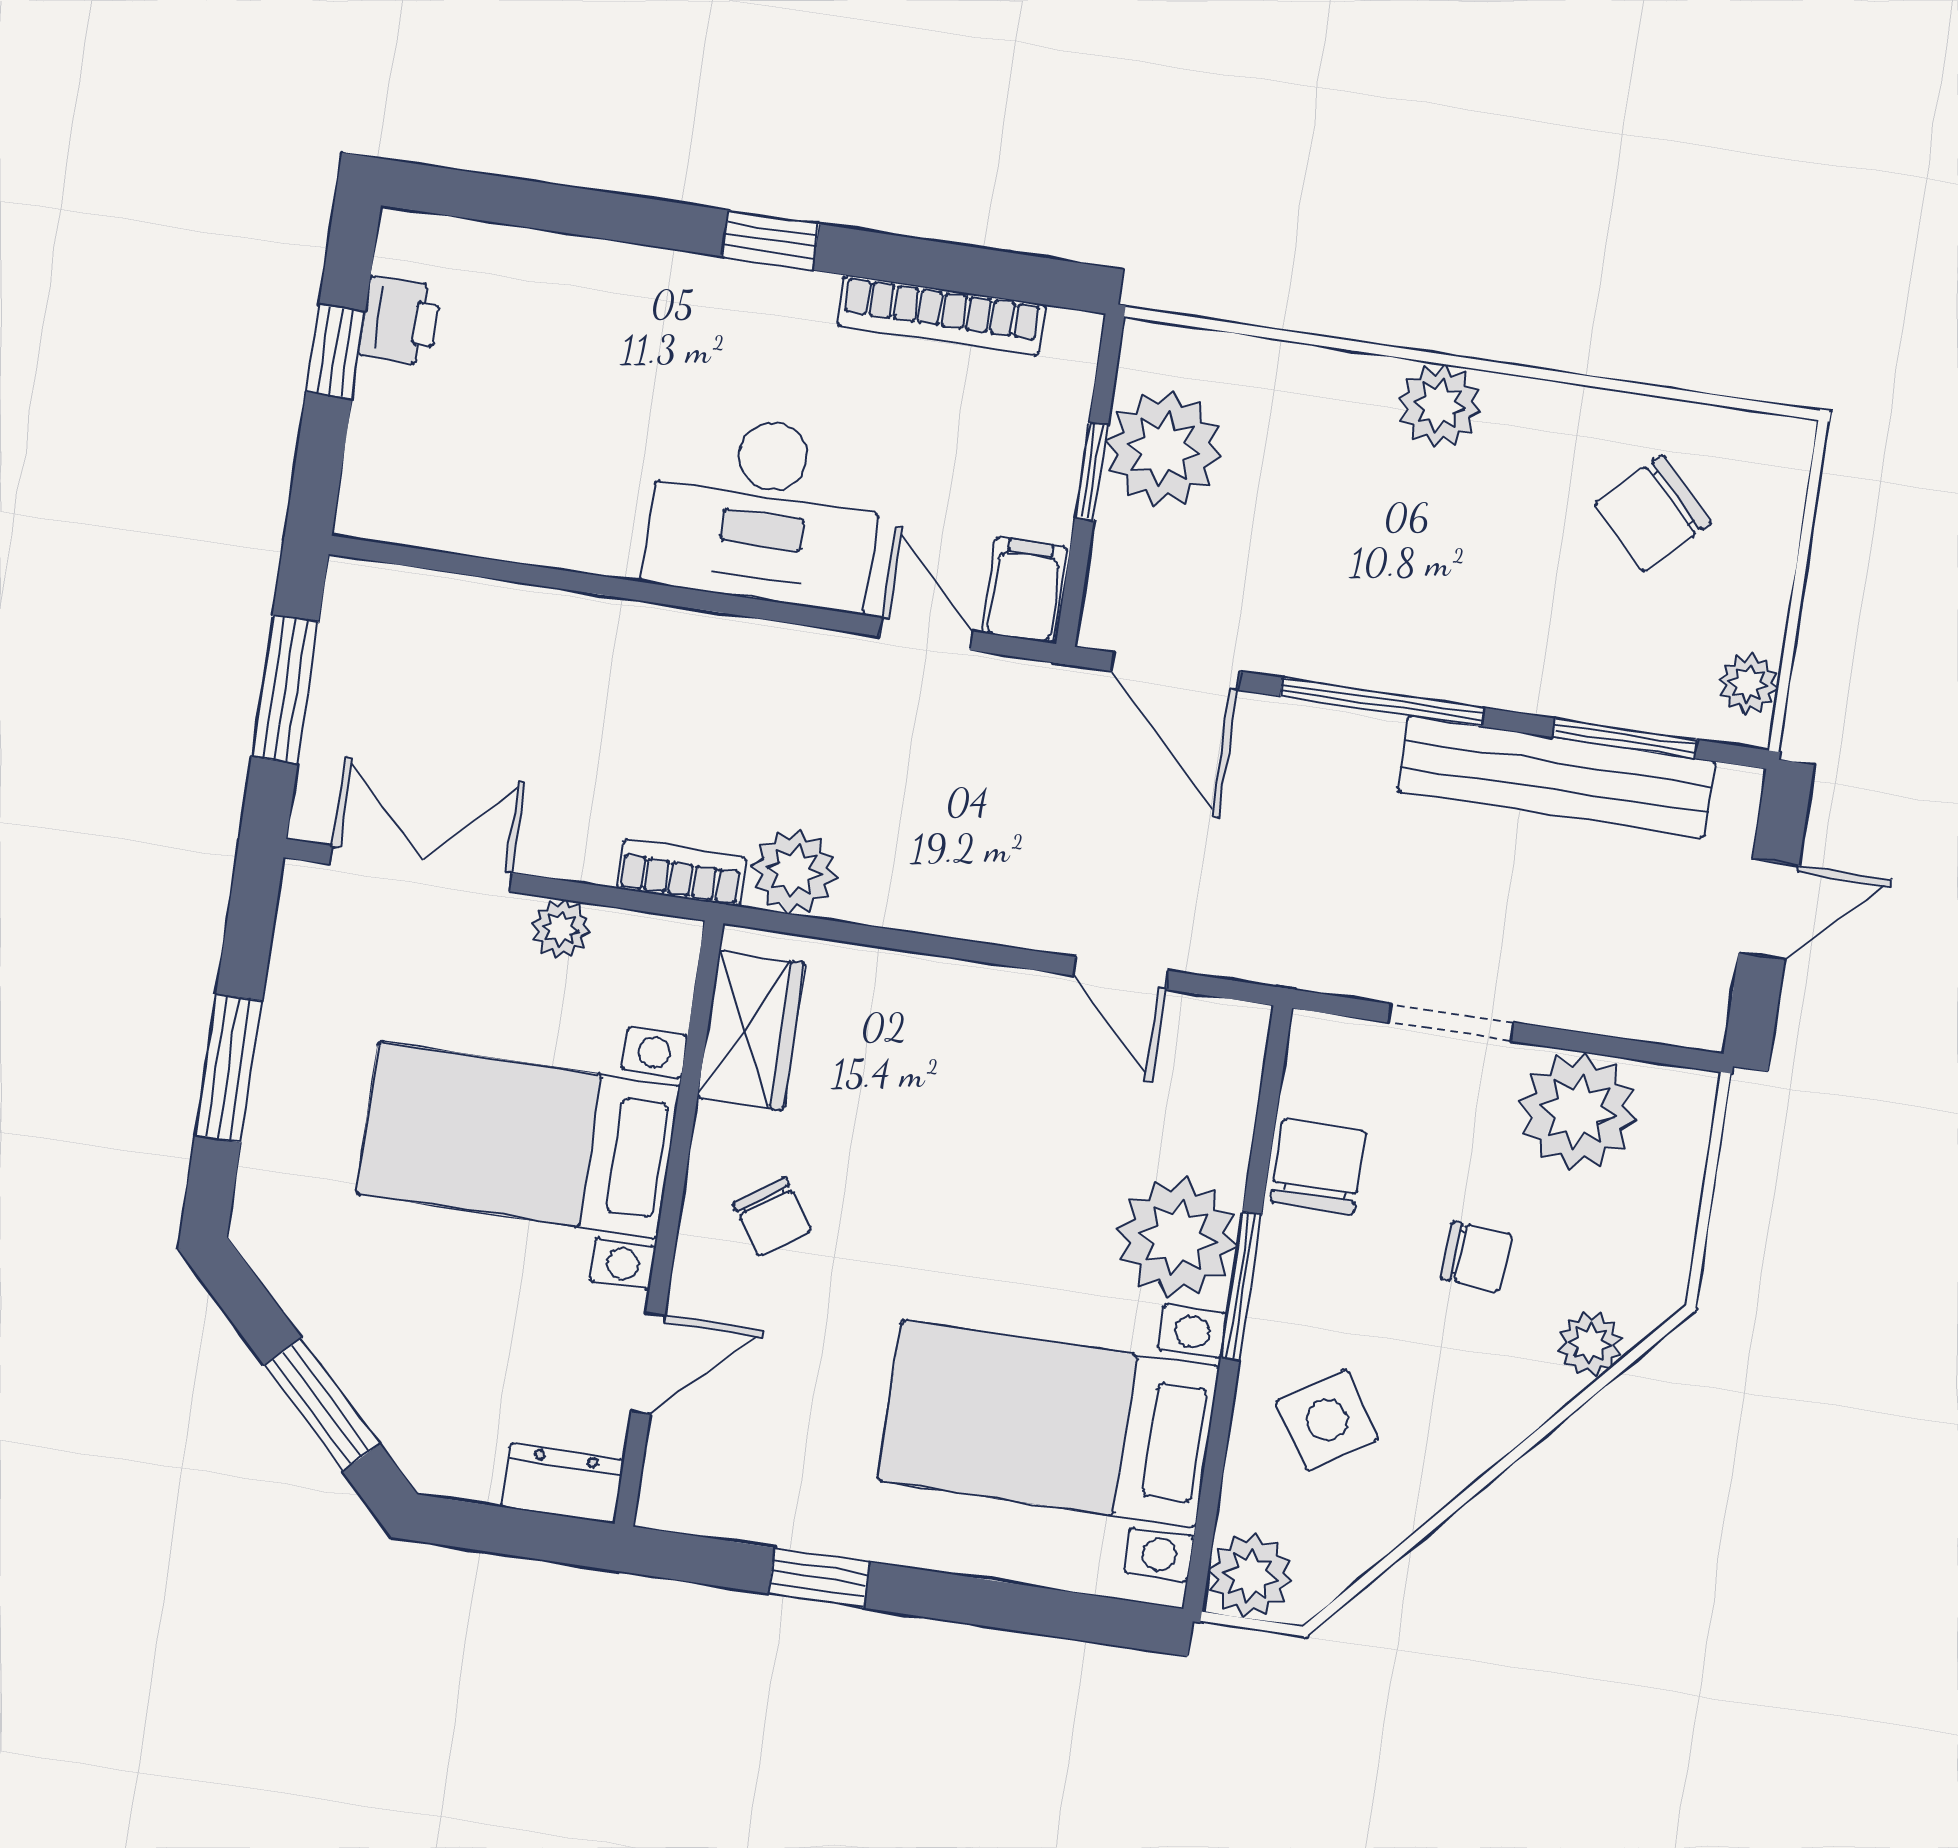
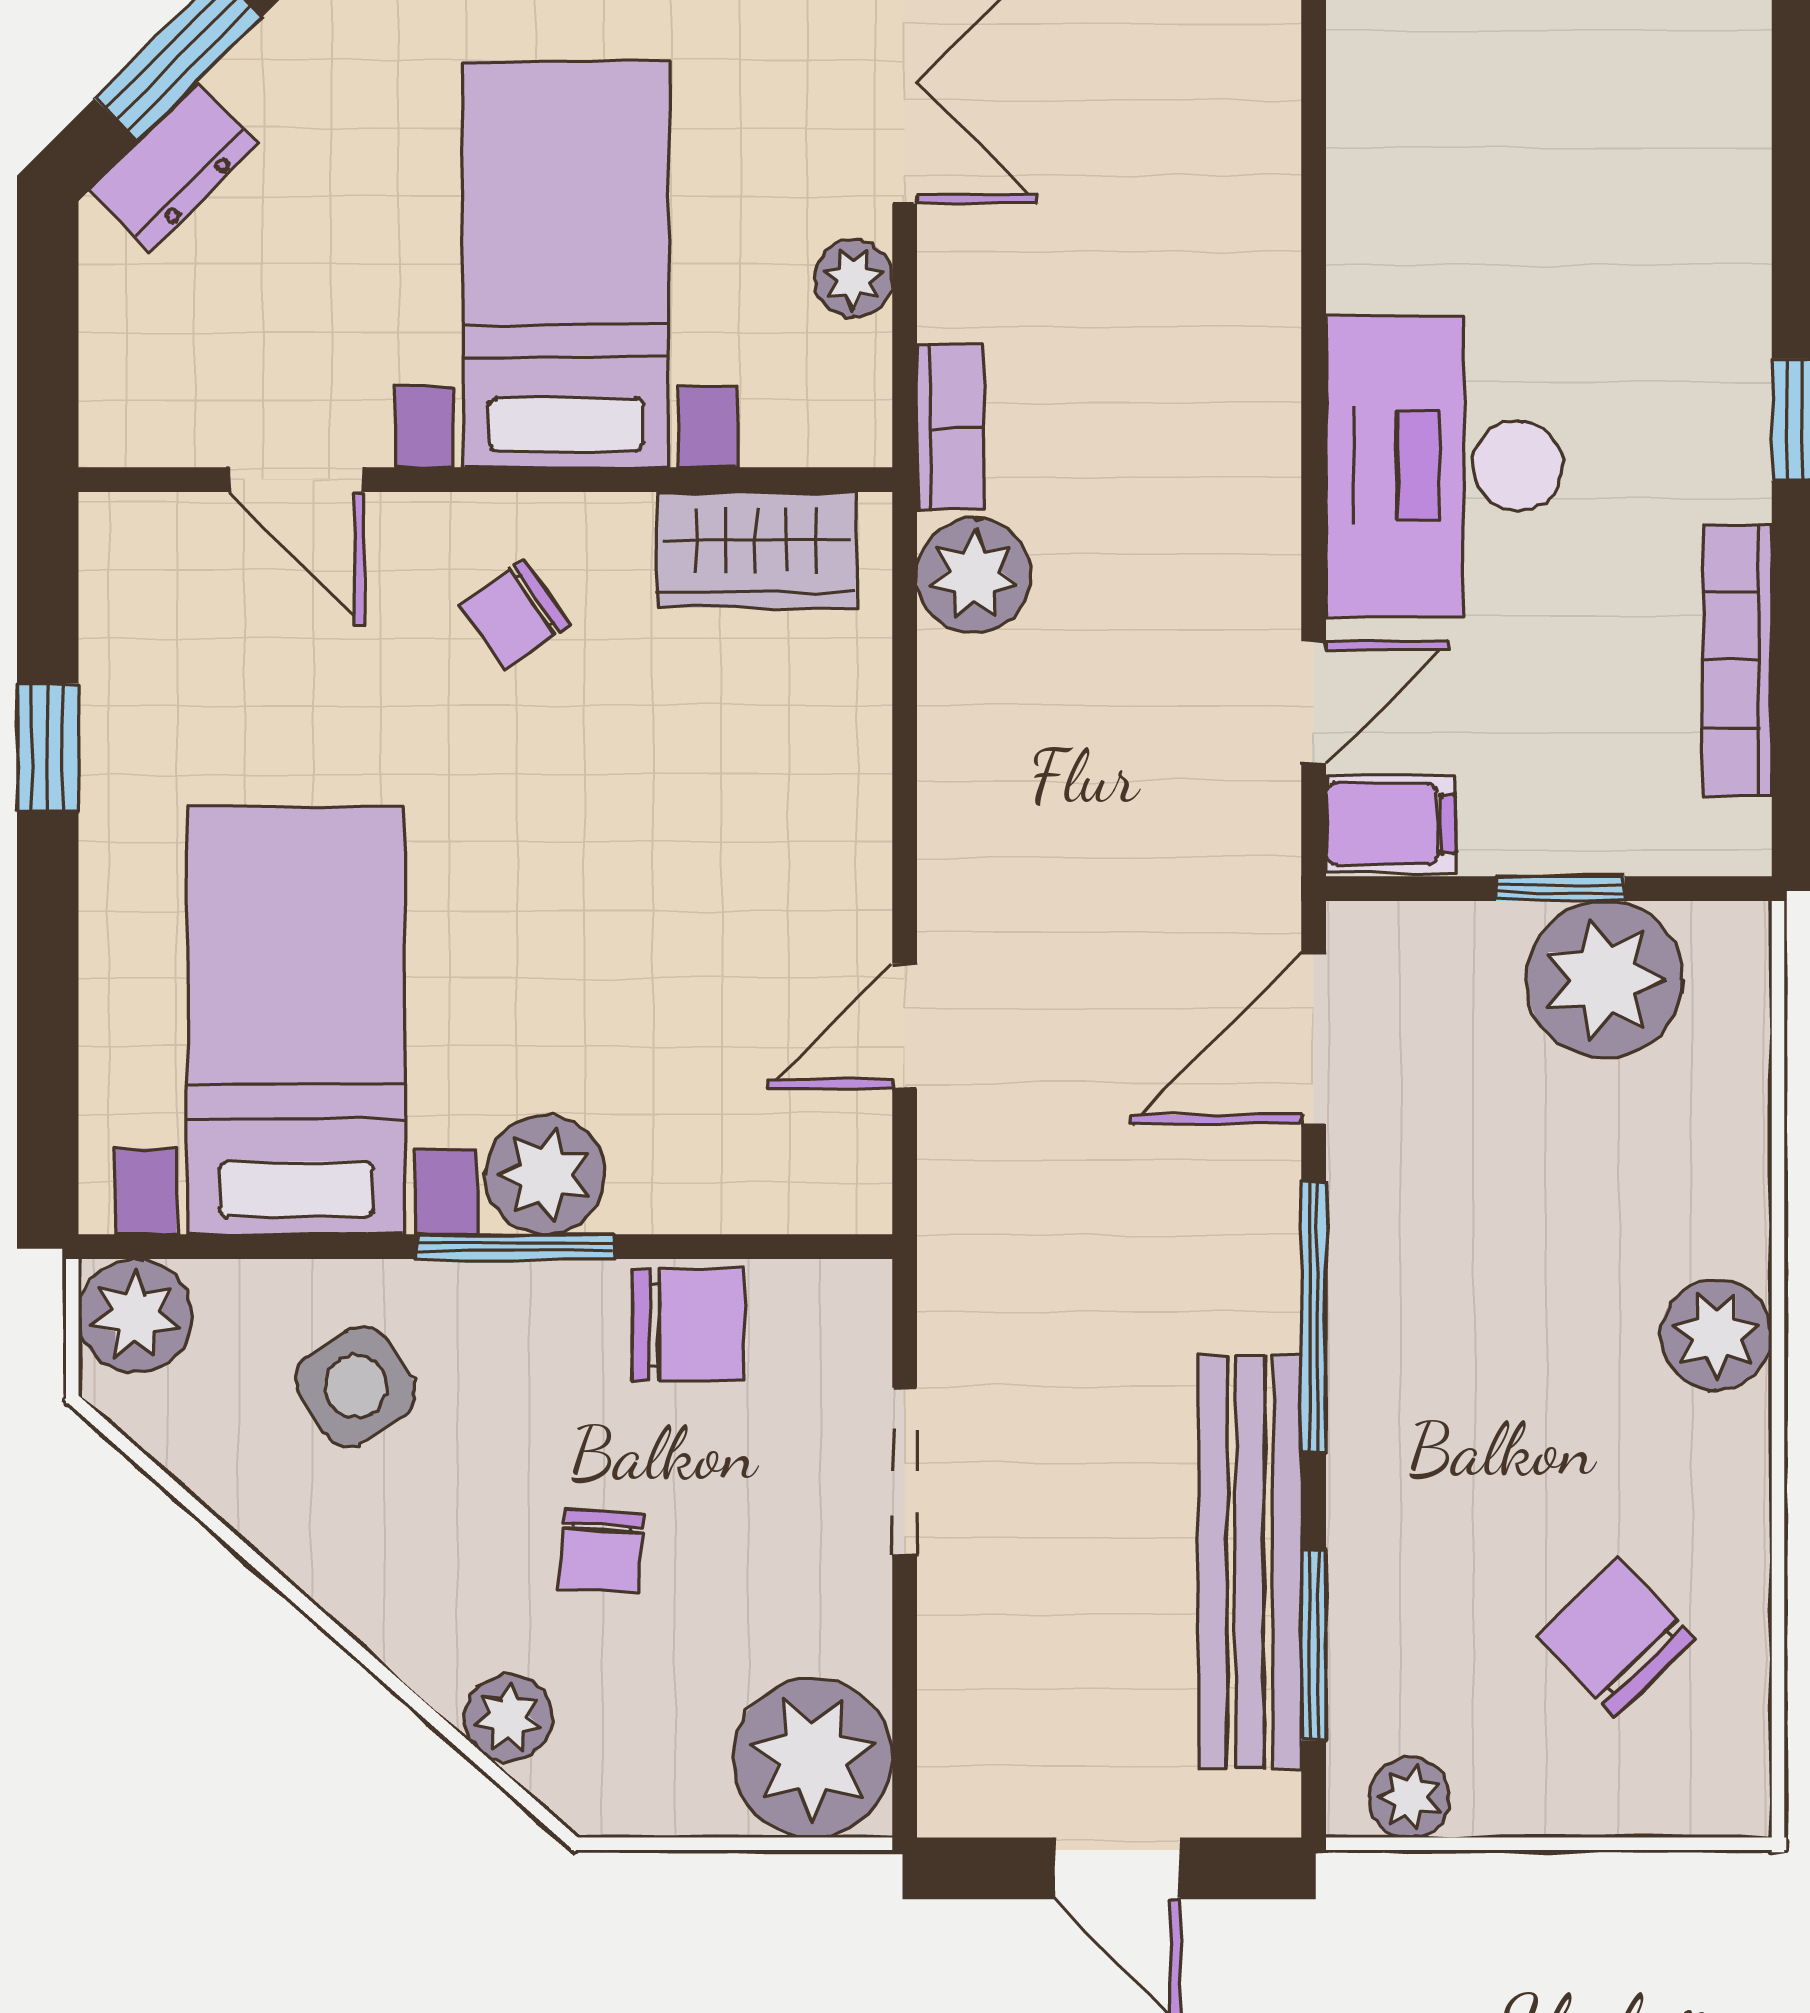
plant: (1578, 1111) -> (812, 1758), moved
plant: (1177, 1238) -> (545, 1175), width x0.73, depth x0.73
dresser: (563, 1483) -> (174, 167), moved, turned 45

